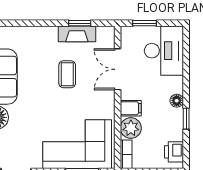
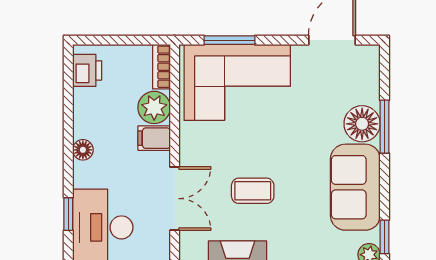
coffee table: (67, 74) -> (253, 191), turned 90
window: (186, 119) -> (68, 214), moved

